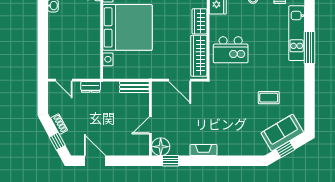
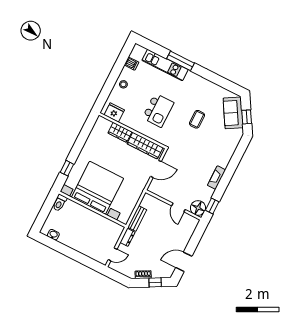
kitchen island: (231, 50) -> (158, 110), moved
bench: (134, 87) -> (137, 219), moved
coffee table: (269, 98) -> (197, 119), moved

